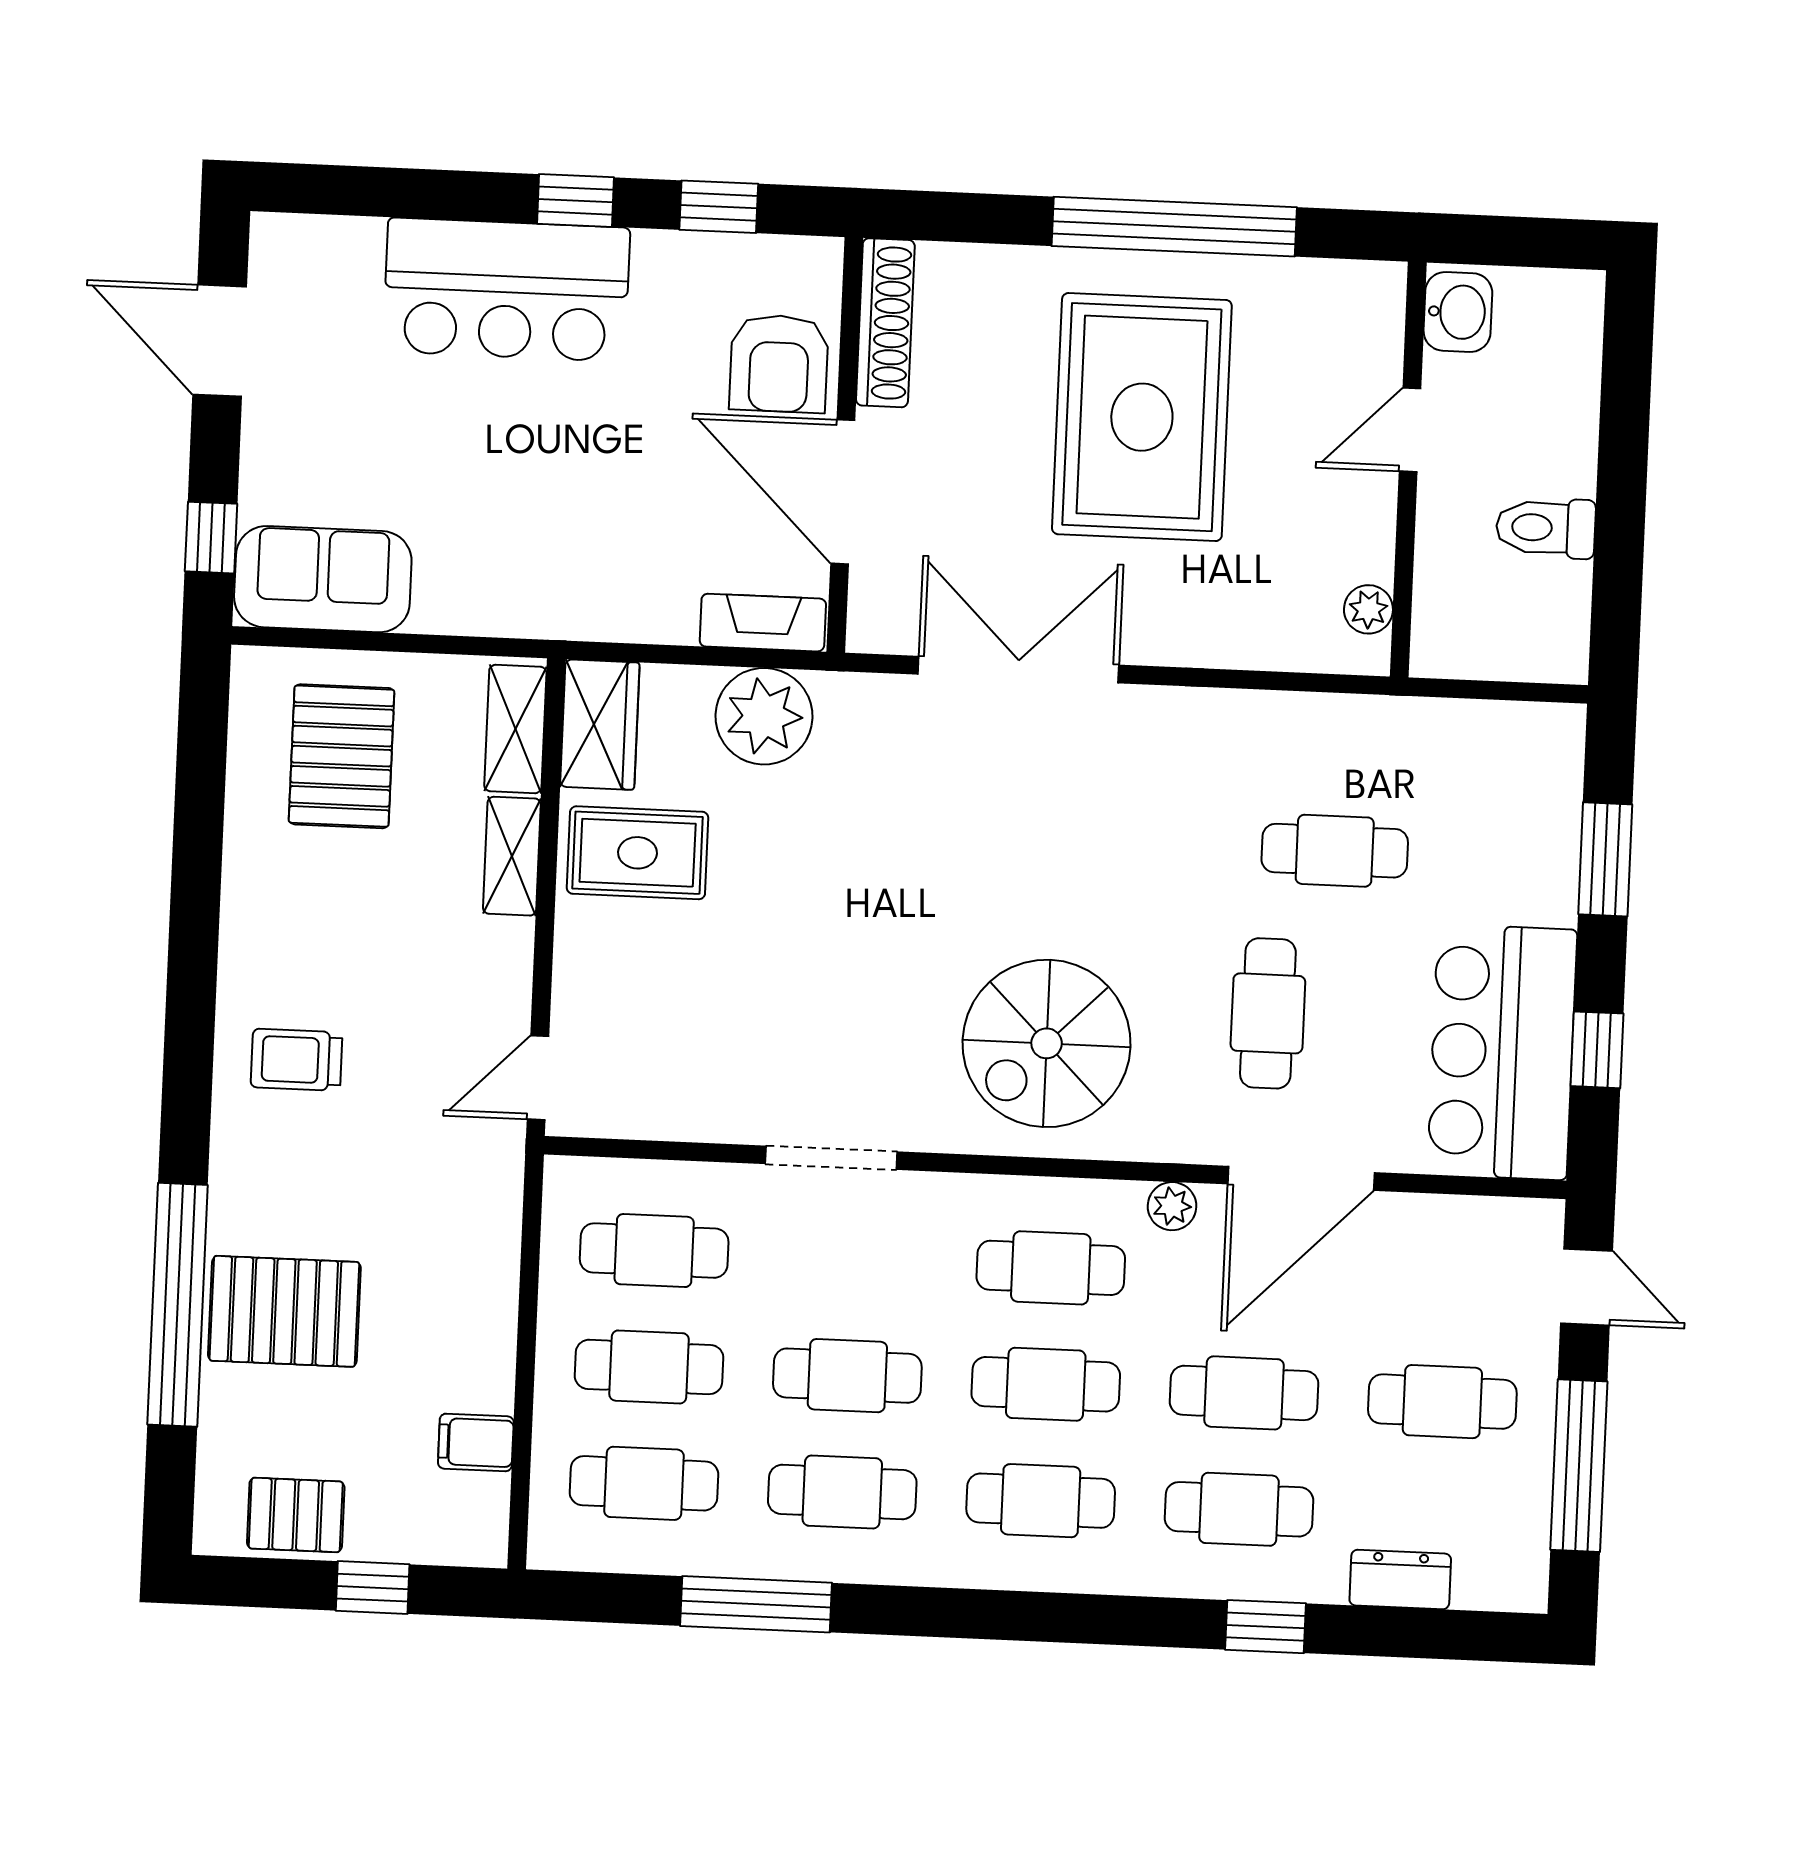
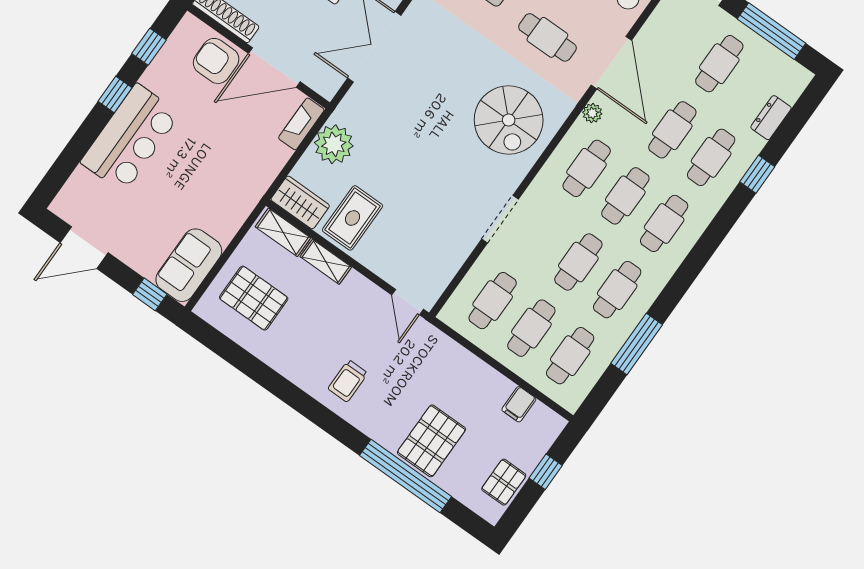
armchair: (779, 364) -> (216, 61), turned 180

